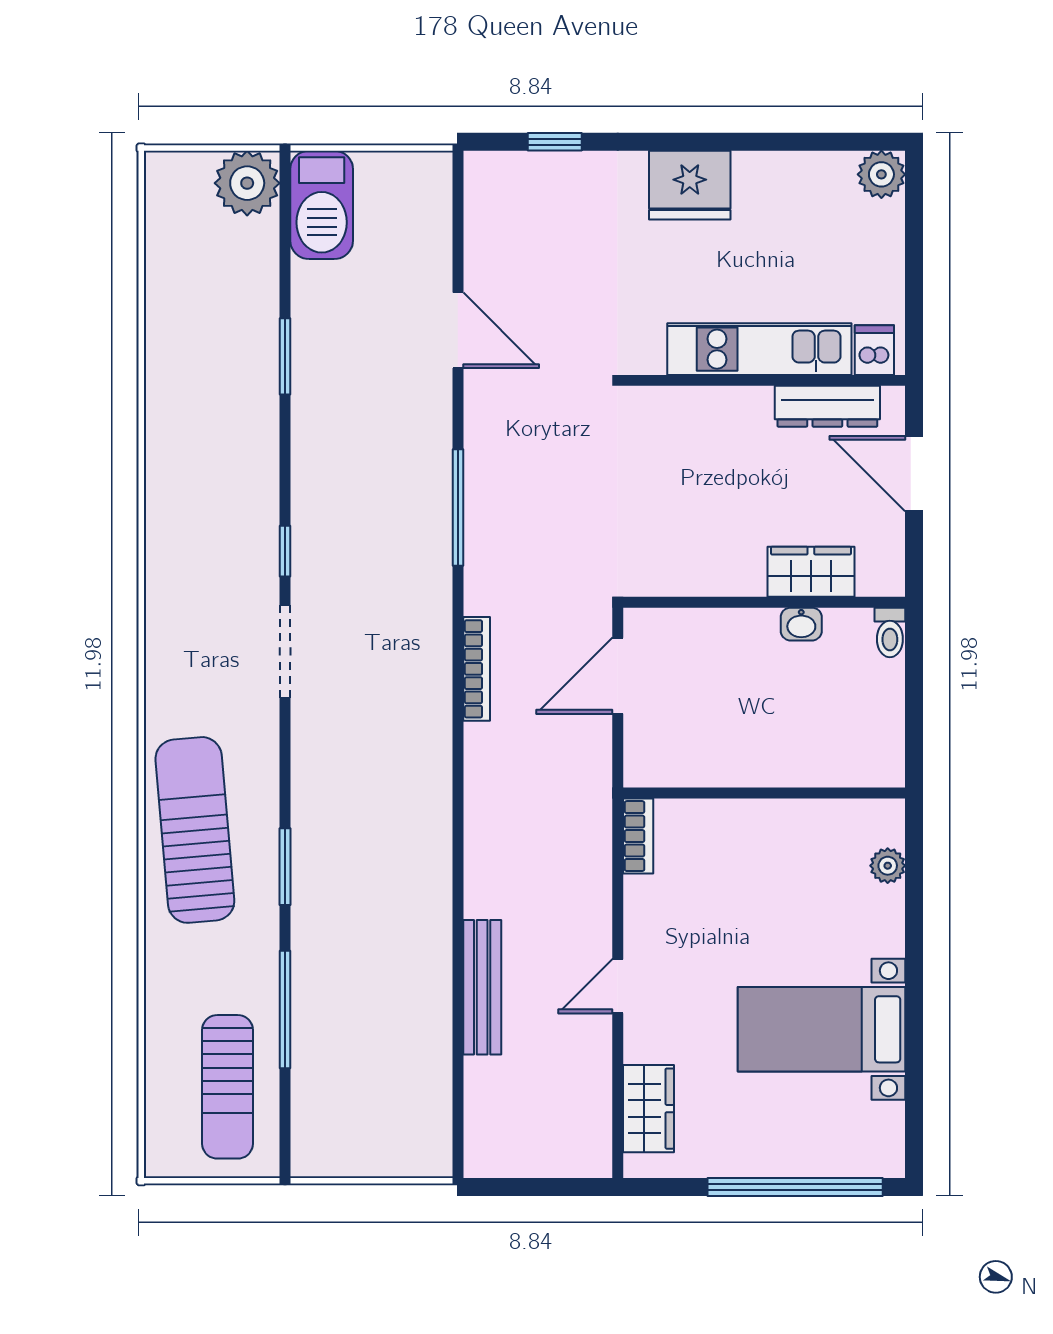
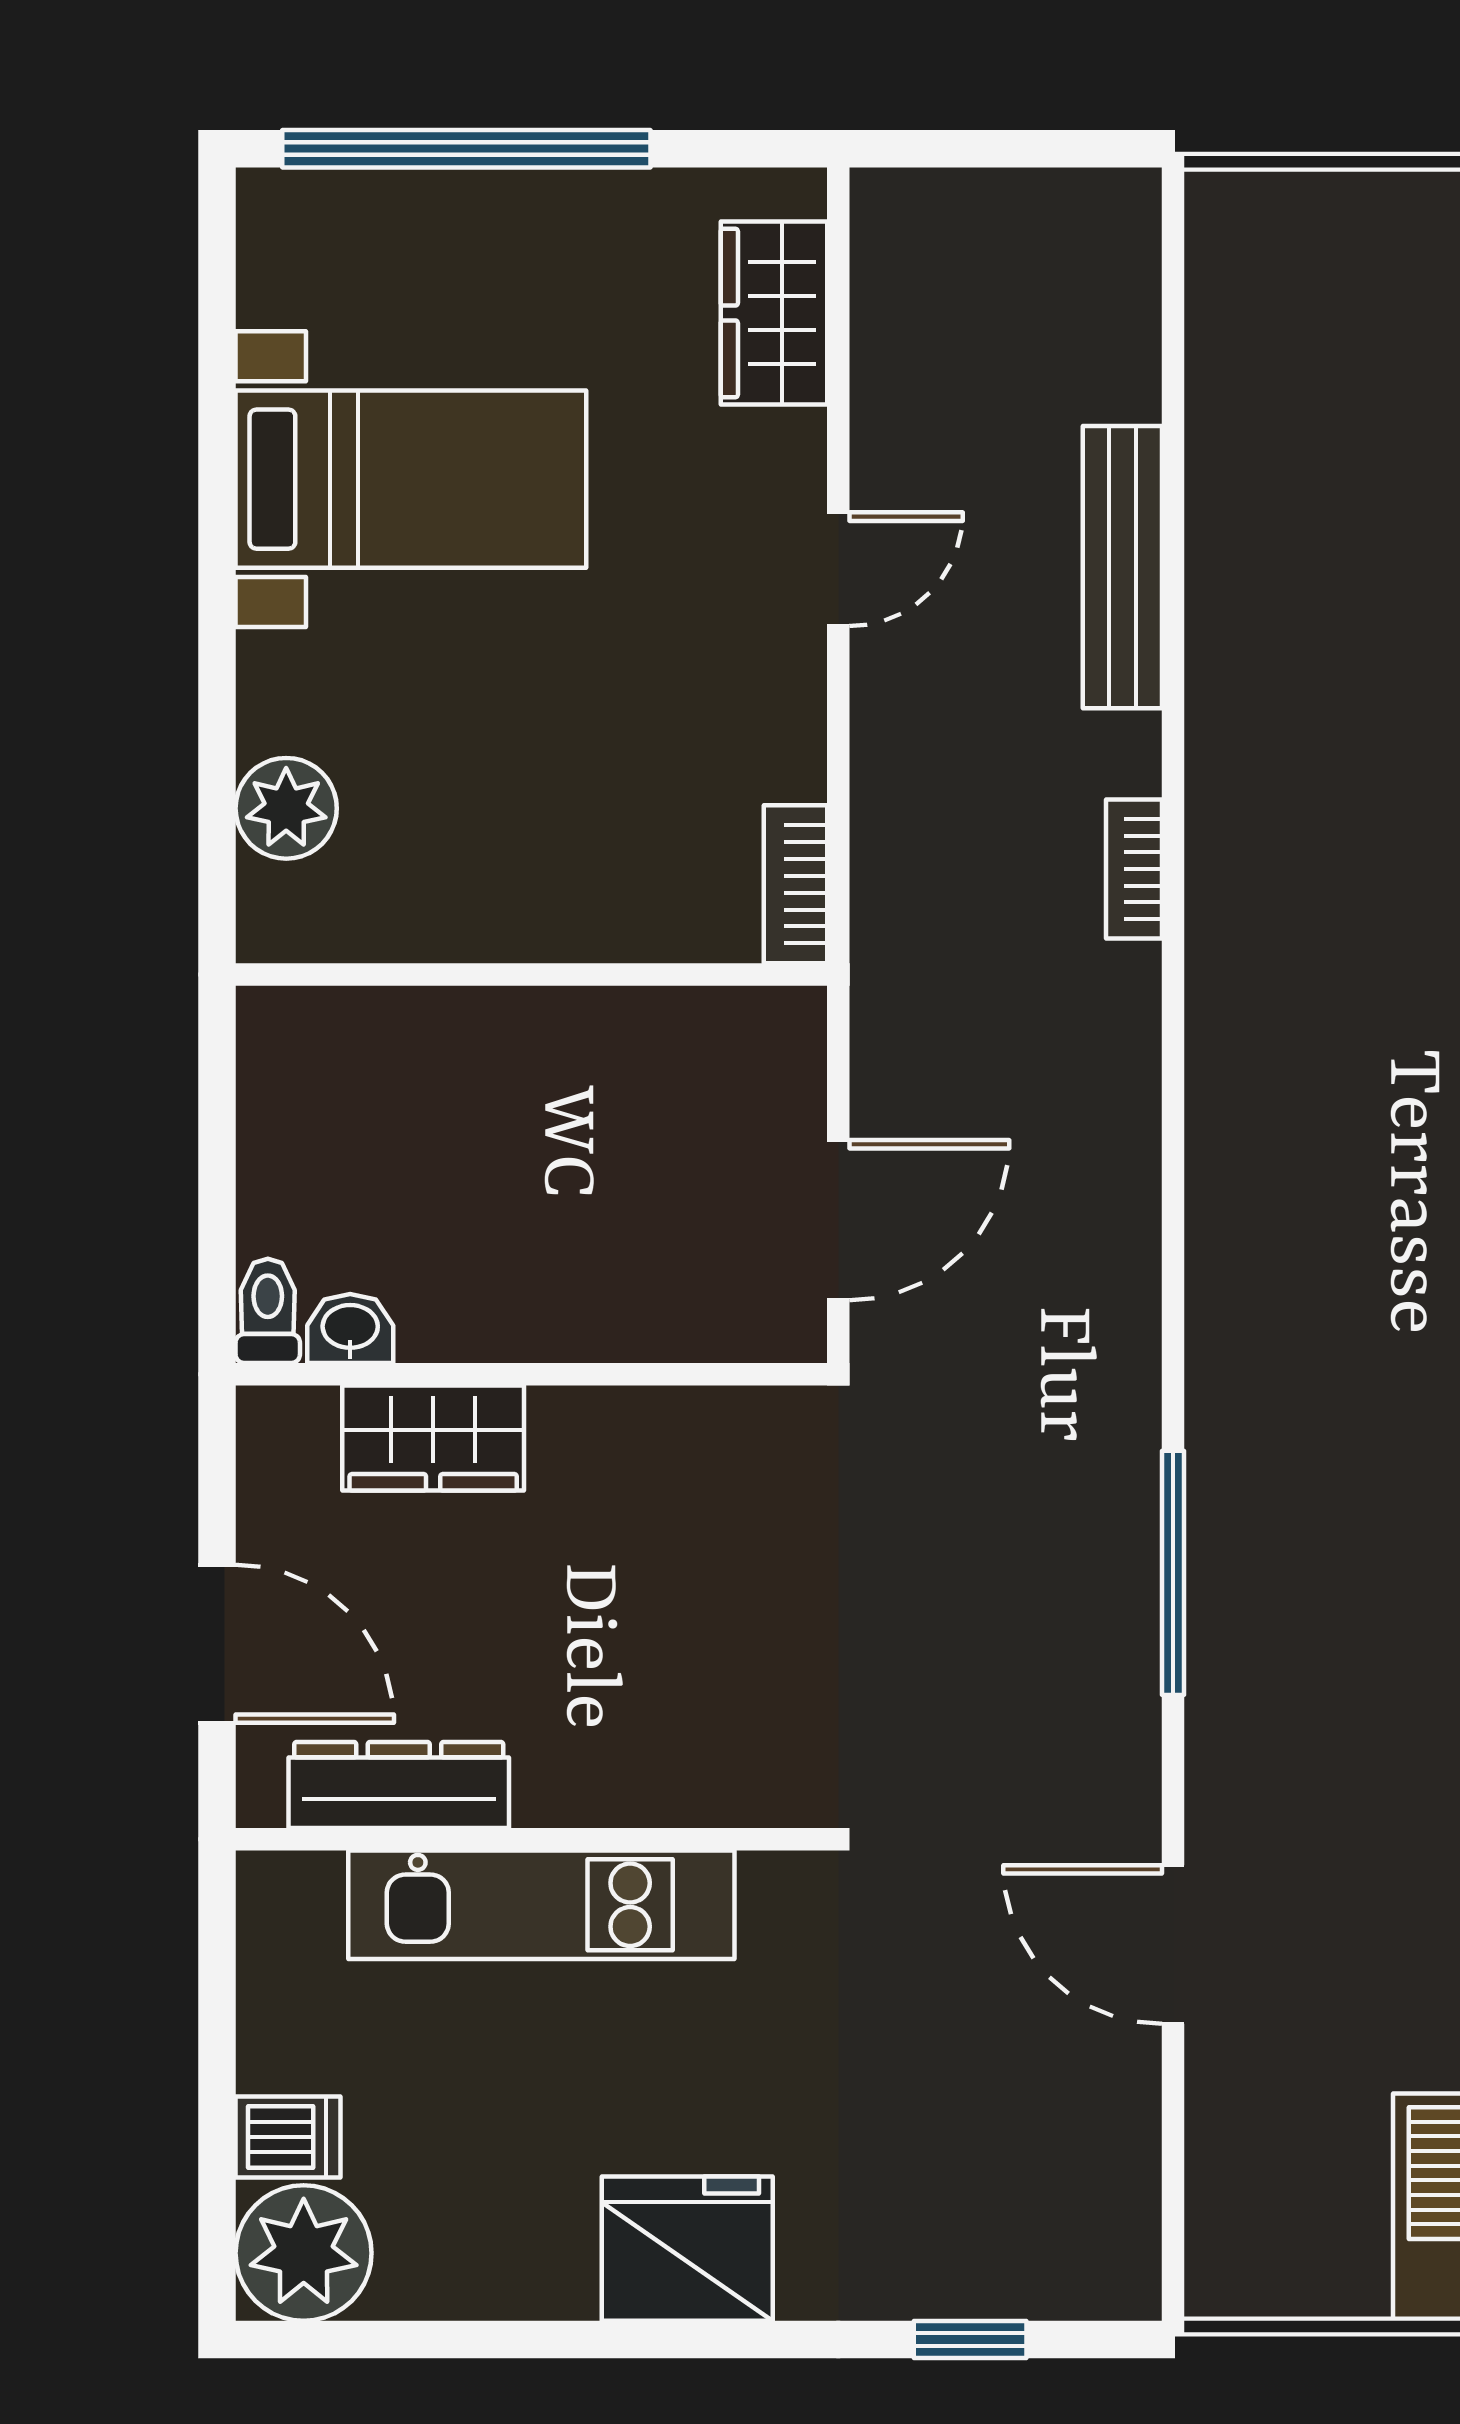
plant: (881, 174) -> (304, 2253), width x1.36, depth x1.36
dishwasher: (874, 350) -> (288, 2137), moved, turned -90
washbasin: (801, 624) -> (350, 1328), moved
bookcase: (477, 669) -> (1134, 869), moved, width x0.64
plant: (888, 866) -> (286, 808), width x1.38, depth x1.38

